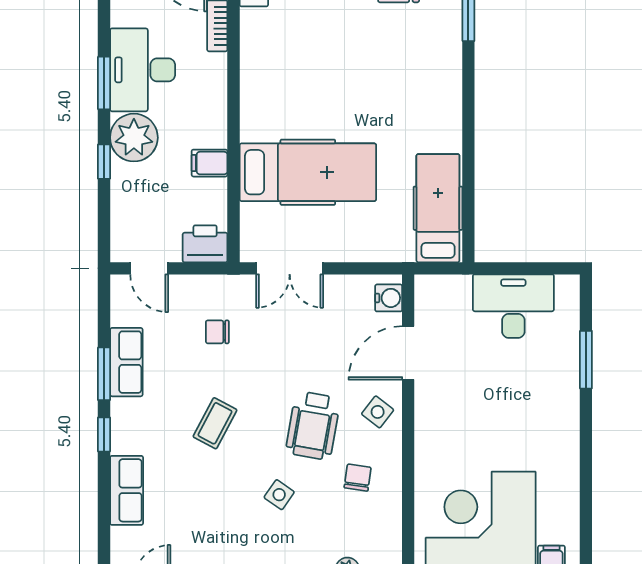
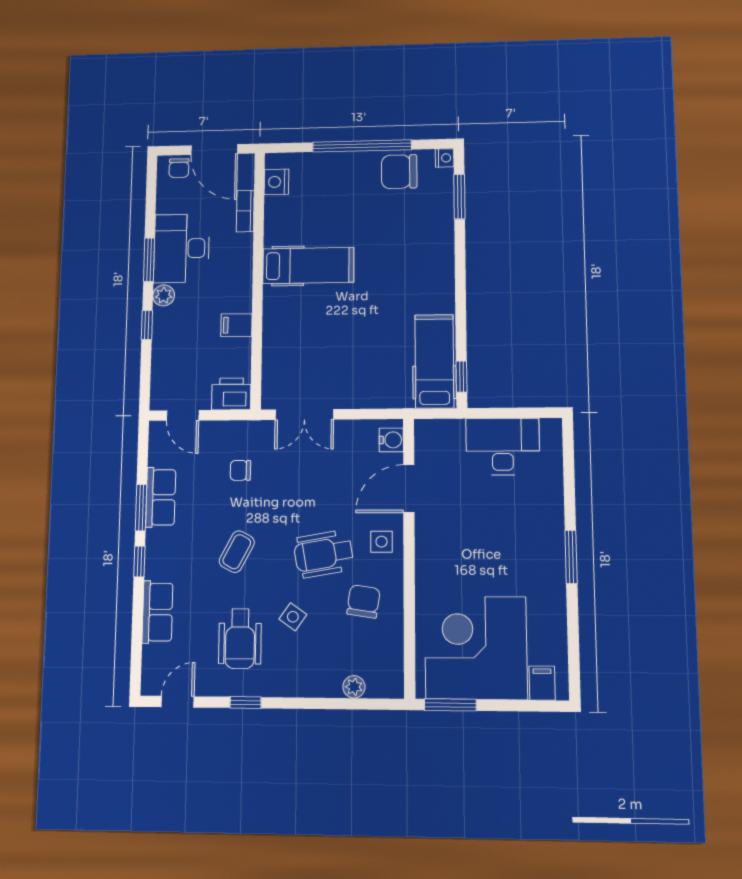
plant: (134, 138) -> (164, 295), width x0.53, depth x0.53
hospital bed: (308, 172) -> (308, 266), moved, width x0.73, depth x0.78
window: (468, 226) -> (462, 377), added
window: (586, 360) -> (571, 557), moved
side table: (378, 412) -> (381, 542), turned -38
wheelchair: (313, 426) -> (324, 554), turned 70
chair: (358, 478) -> (363, 601), width x1.37, depth x1.37
wheelchair: (220, 519) -> (240, 639), added

